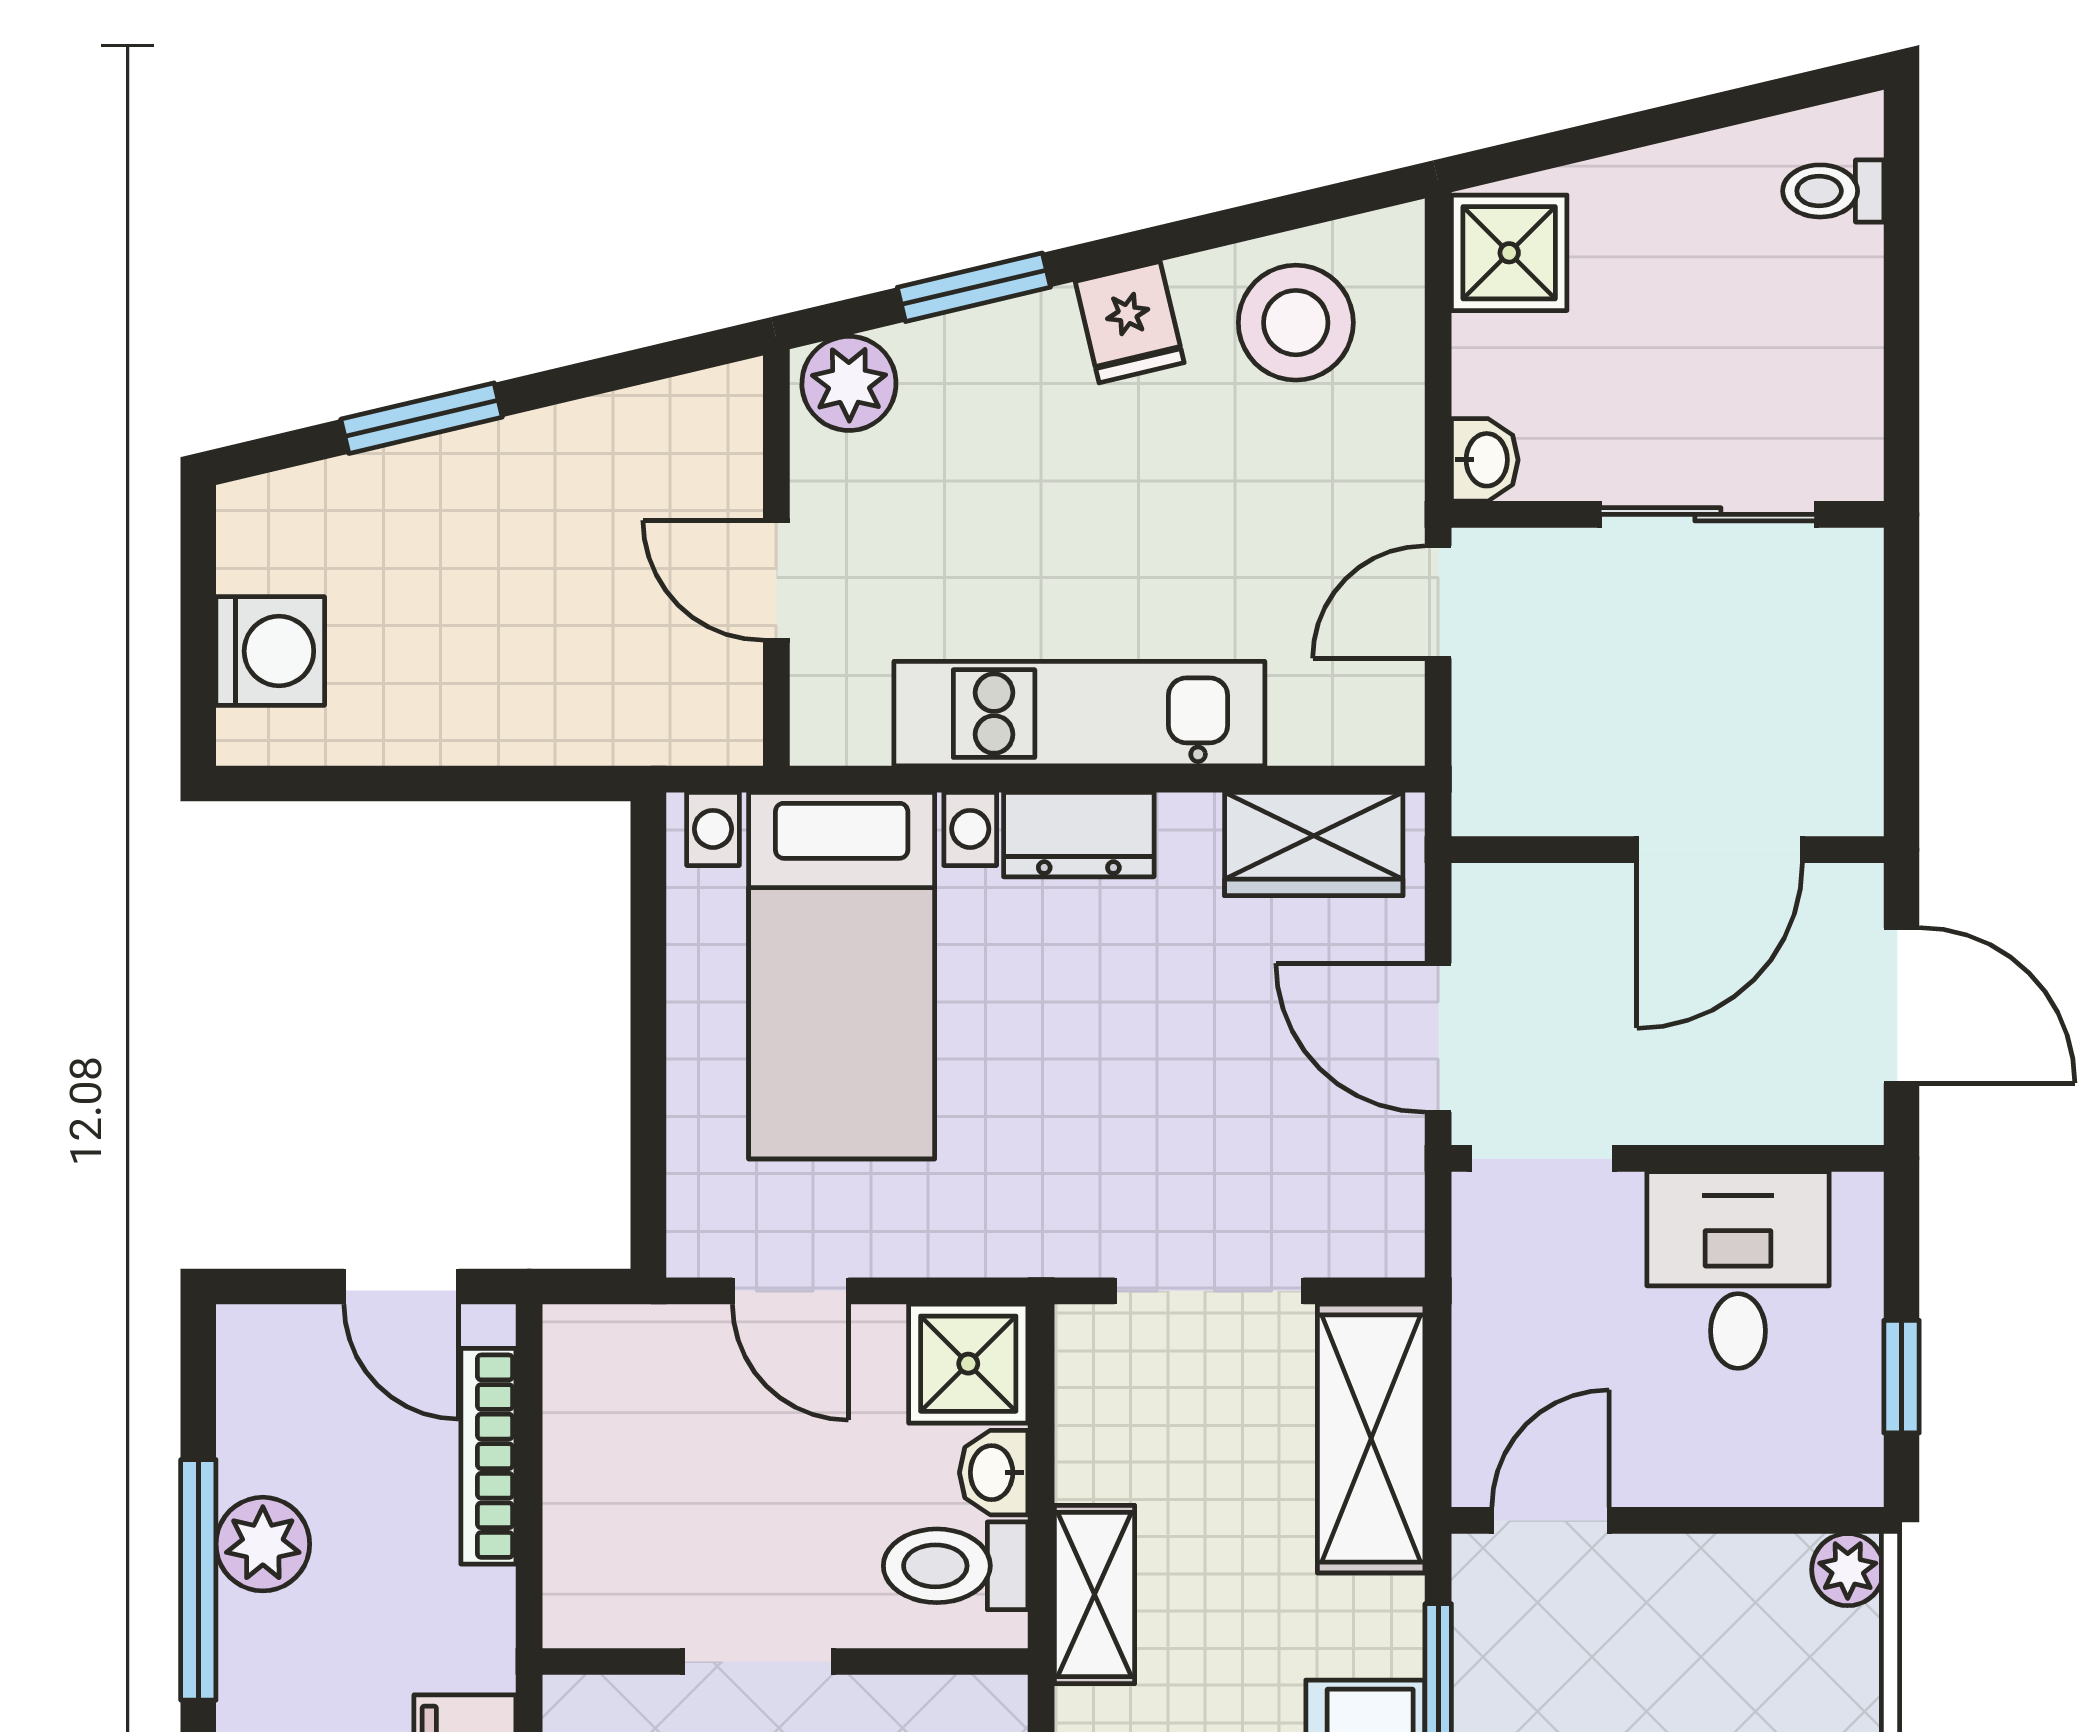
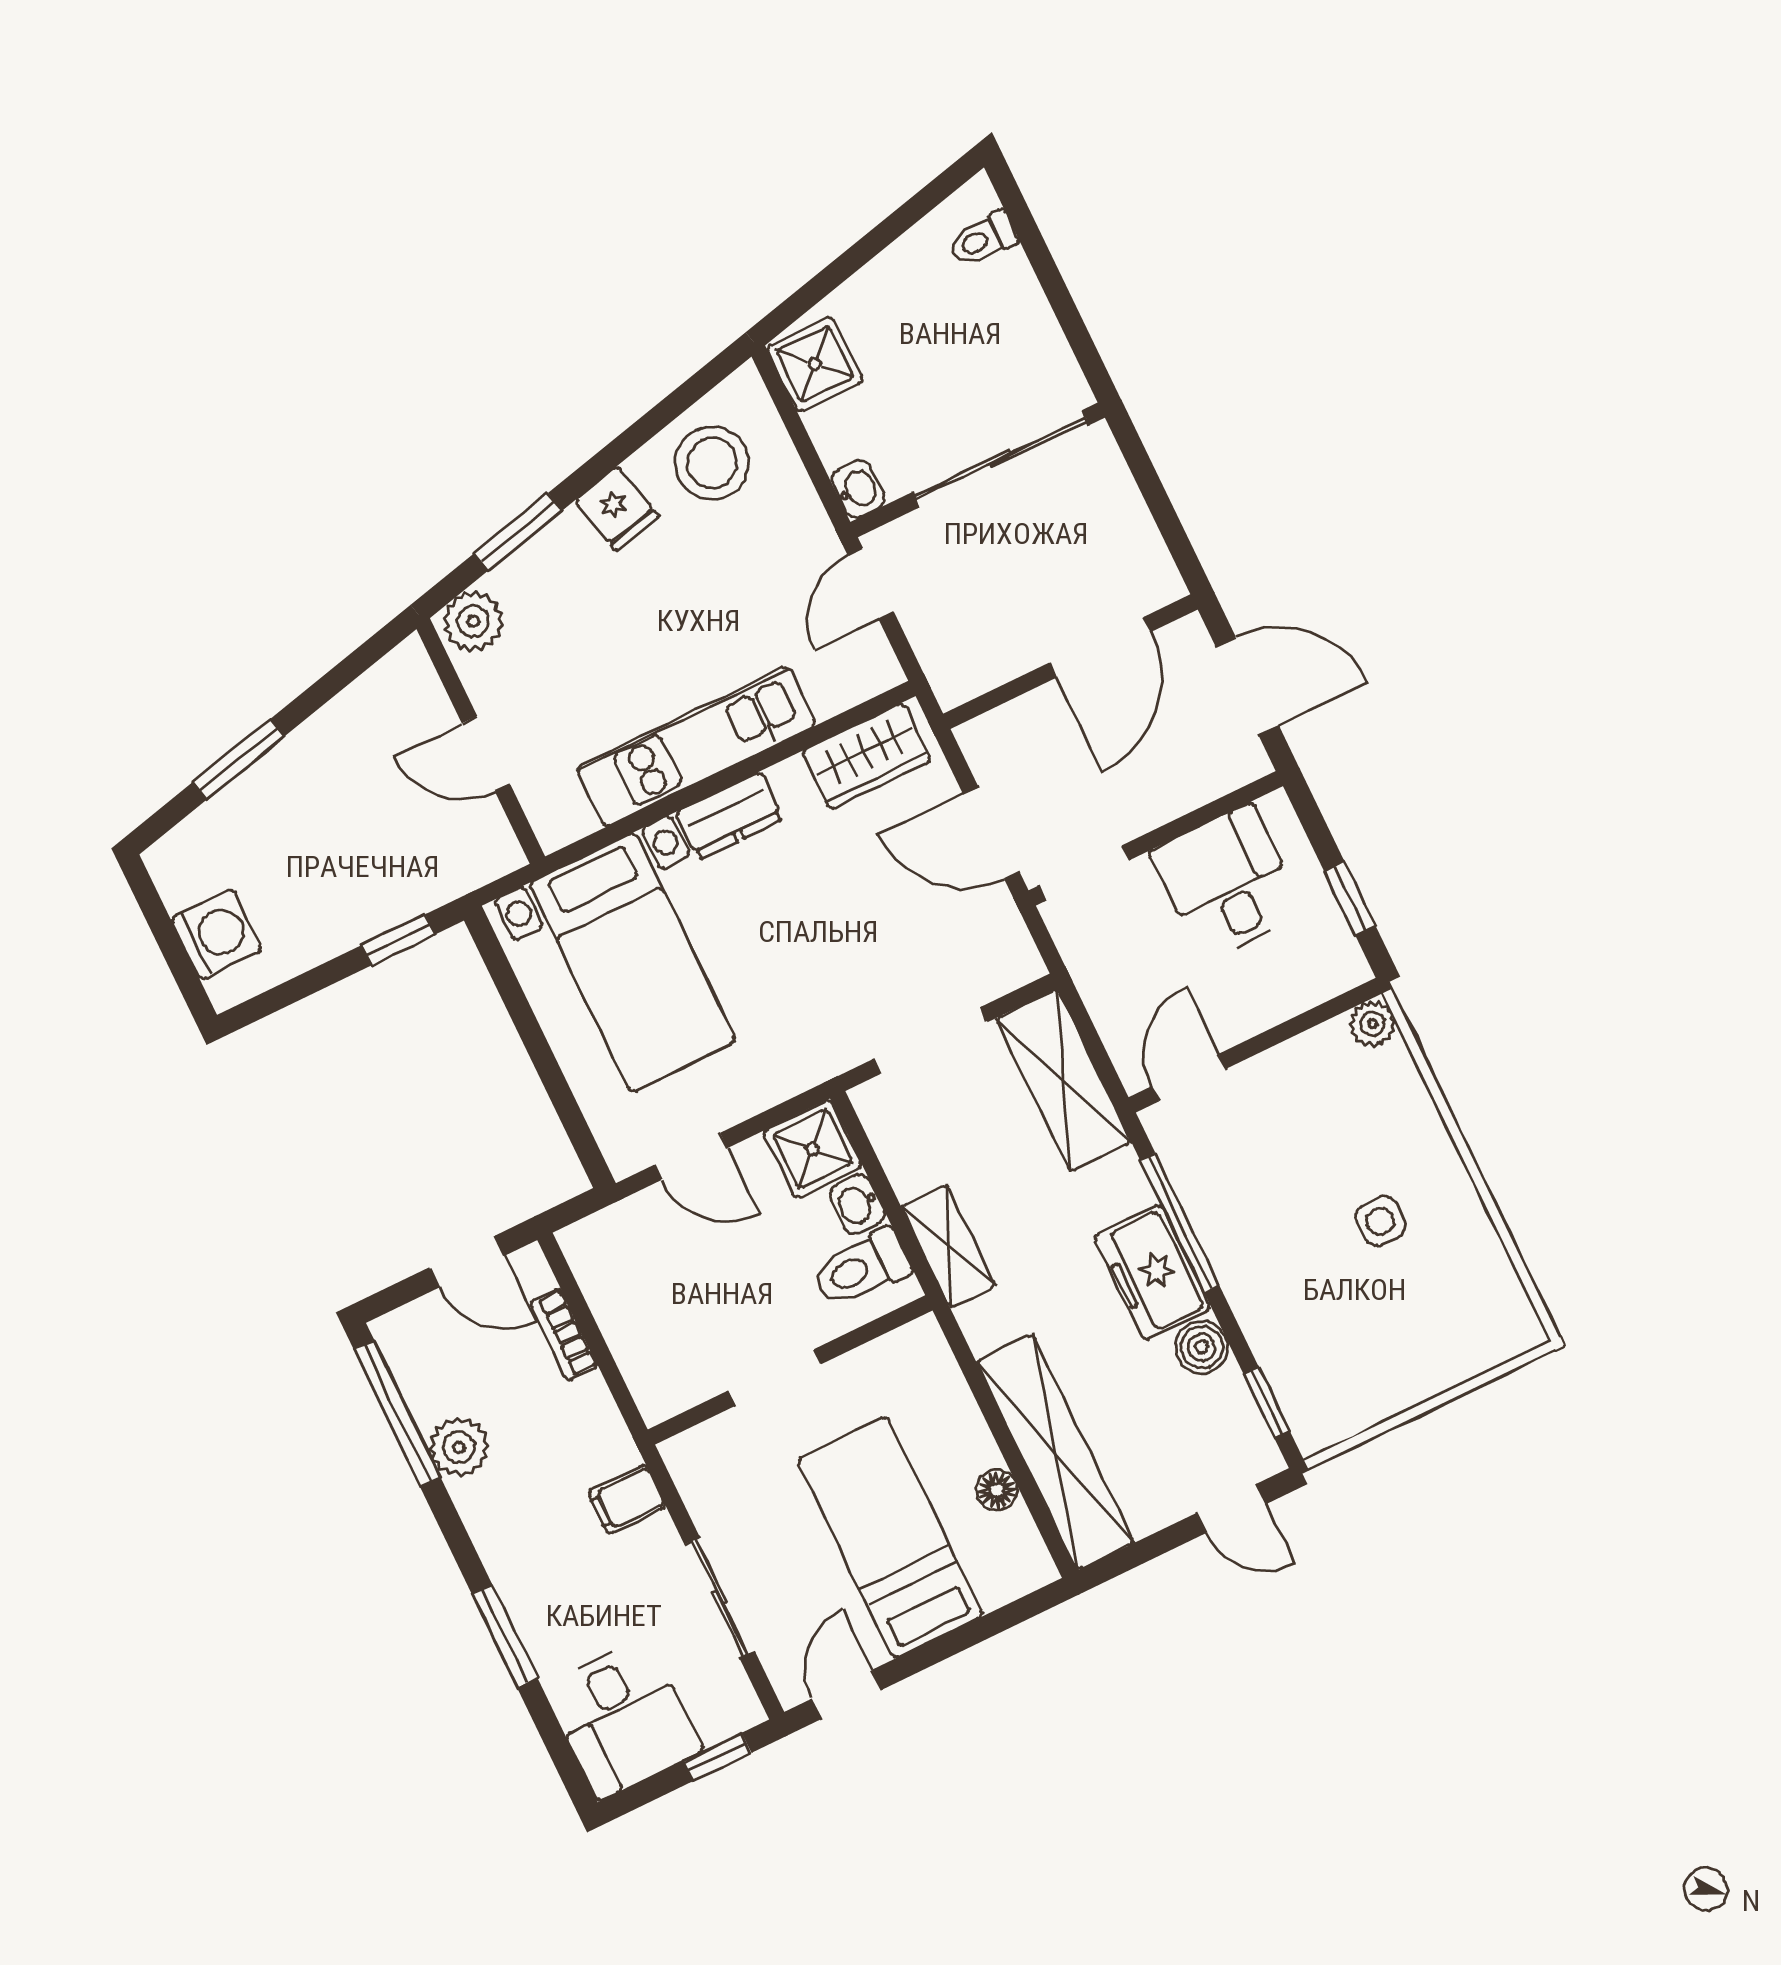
sliding door: (1708, 514) -> (1001, 459), width x1.37
window: (525, 783) -> (398, 940), added
bookcase: (488, 1456) -> (564, 1335), width x0.64
window: (198, 1580) -> (397, 1414), moved

